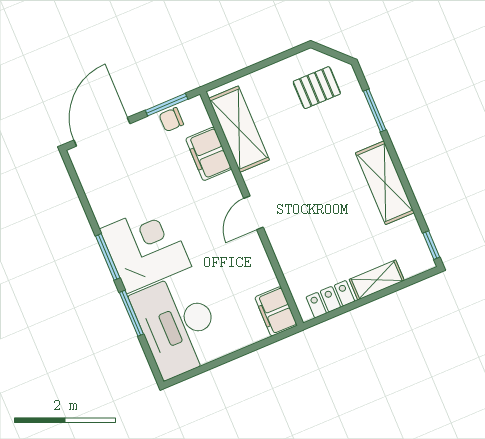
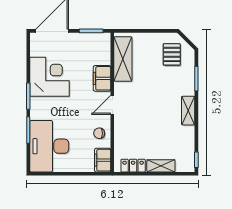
pallet: (317, 88) -> (172, 54), turned 90
chair: (171, 120) -> (99, 133), moved
filing cabinet: (209, 154) -> (102, 78), moved
shelving: (385, 183) -> (188, 111), width x0.67, depth x0.75
corner desk: (146, 248) -> (50, 77), moved

